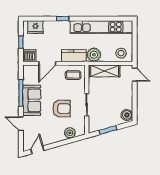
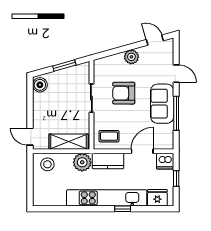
kitchen unit: (101, 27) -> (107, 198), moved
plant: (70, 133) -> (131, 57), moved
door: (37, 150) -> (155, 40), swing flipped

